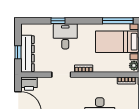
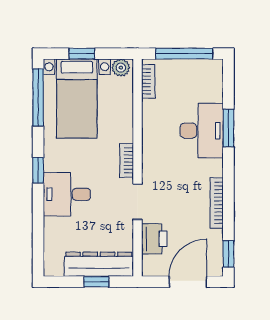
window: (58, 21) -> (38, 170), moved
printer: (29, 84) -> (154, 239), moved

